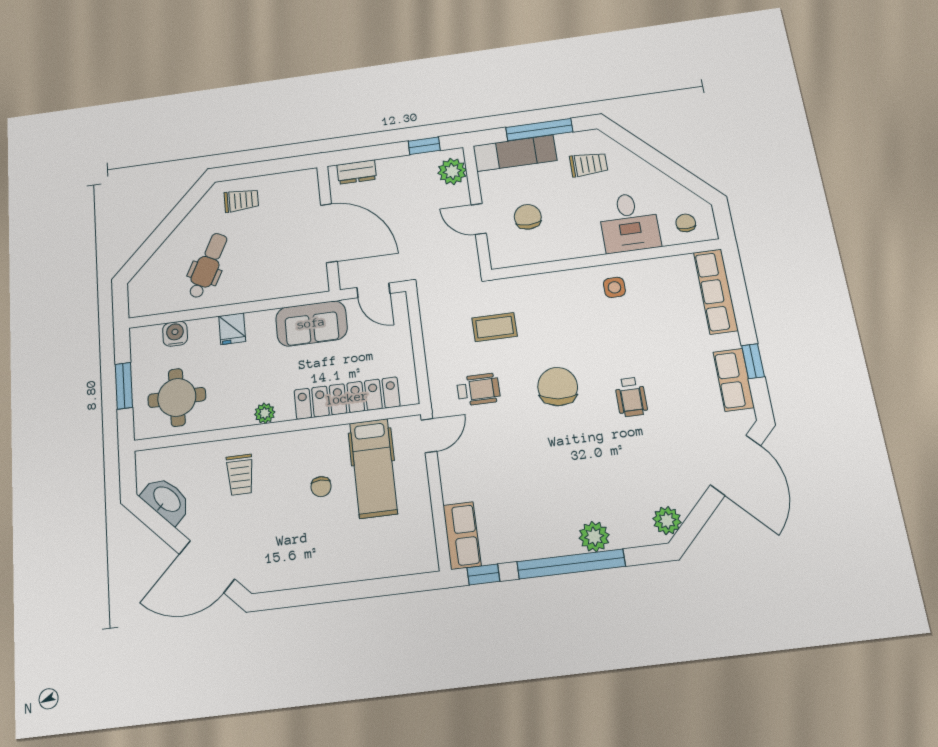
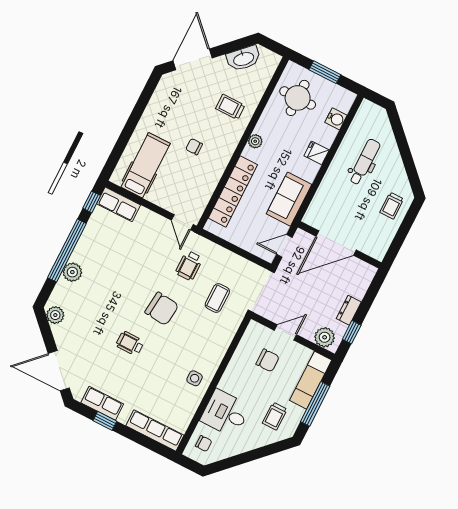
dresser: (357, 172) -> (349, 310), moved
dental chair: (208, 266) -> (365, 162), turned -117
hospital bed: (373, 468) -> (146, 165), moved, turned 90

